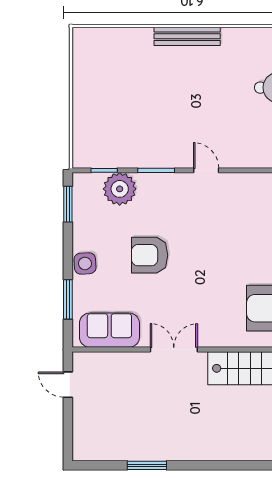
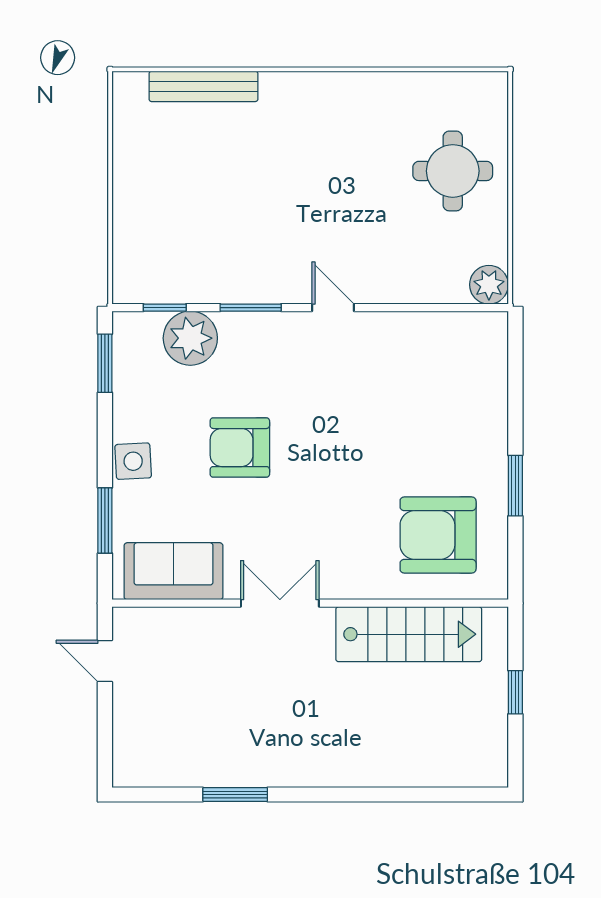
bench: (187, 36) -> (203, 86), moved

